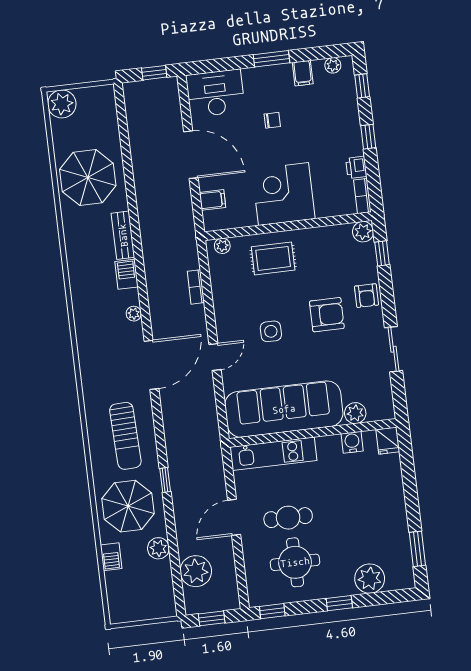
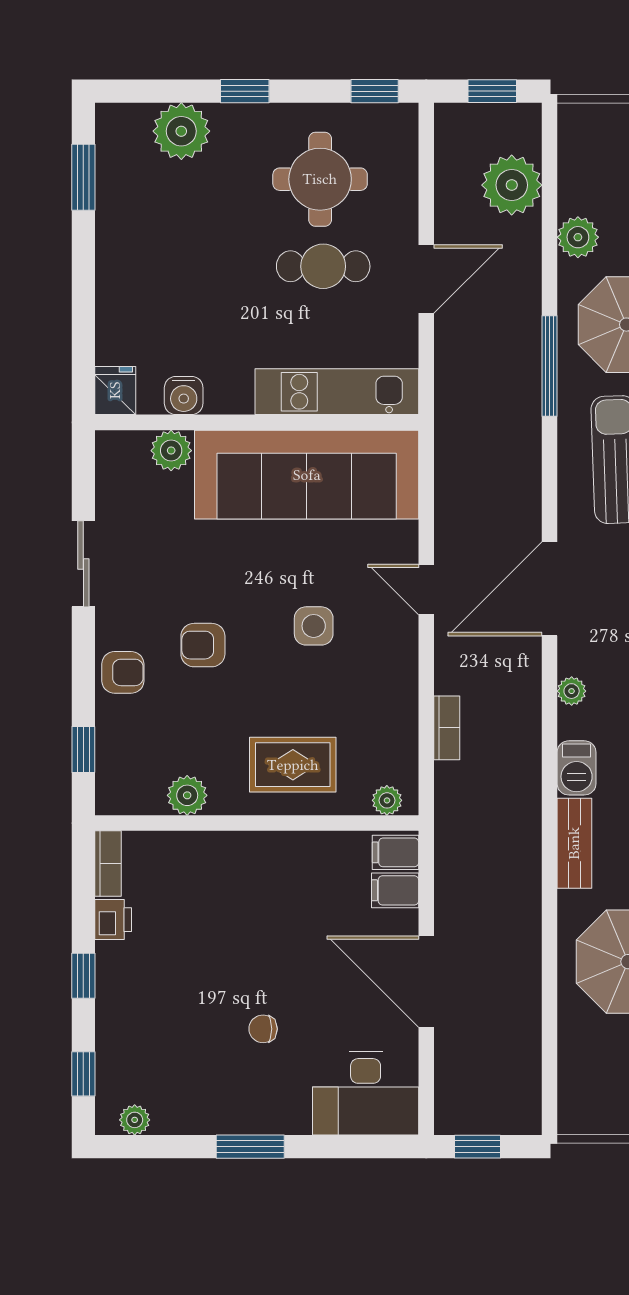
filing cabinet: (303, 73) -> (395, 852), moved, turned -90
corner desk: (283, 194) -> (258, 885), removed
plant: (363, 232) -> (187, 795), moved
armchair: (366, 296) -> (123, 672), turned 90
armchair: (327, 315) -> (203, 645), width x0.72, depth x0.72
door: (215, 357) -> (426, 590), hinge flipped
window: (165, 480) -> (550, 366), width x2.17

